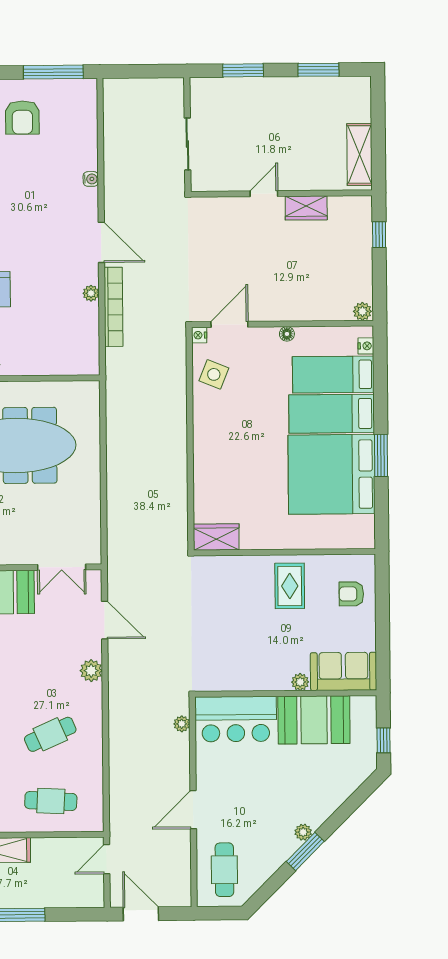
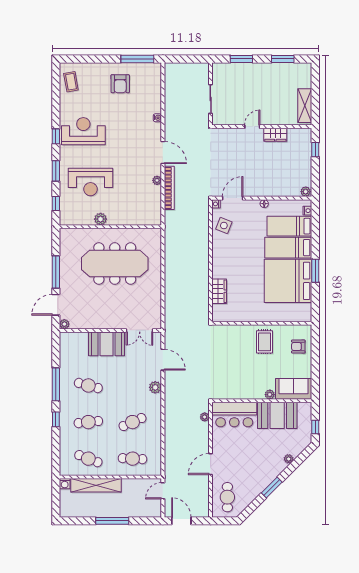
wardrobe: (216, 537) -> (219, 291), moved, turned 90
plant: (303, 832) -> (289, 459), moved

